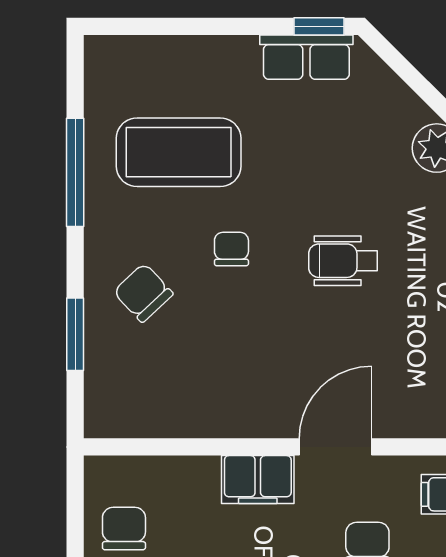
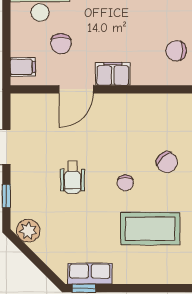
wheelchair: (343, 261) -> (72, 177), turned 90
chair: (124, 529) -> (176, 51), turned 90

